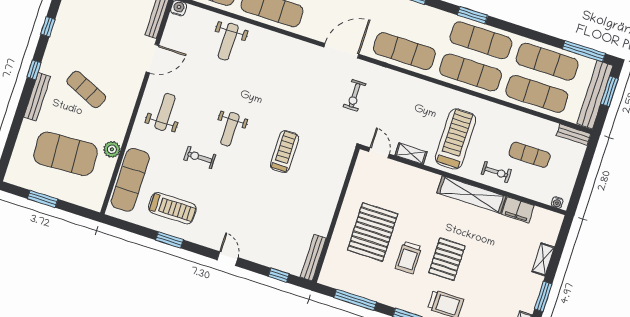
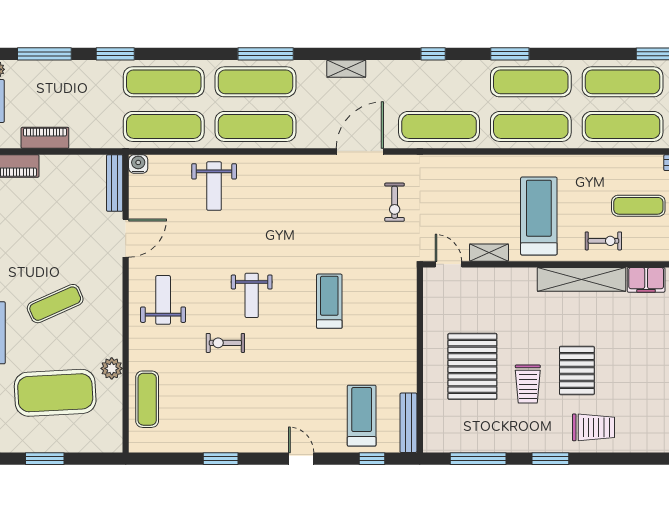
exercise mat: (86, 89) -> (55, 304), turned -48
exercise mat: (130, 180) -> (147, 399), width x0.73, depth x0.69
treadmill: (172, 208) -> (362, 416), moved, turned -90

